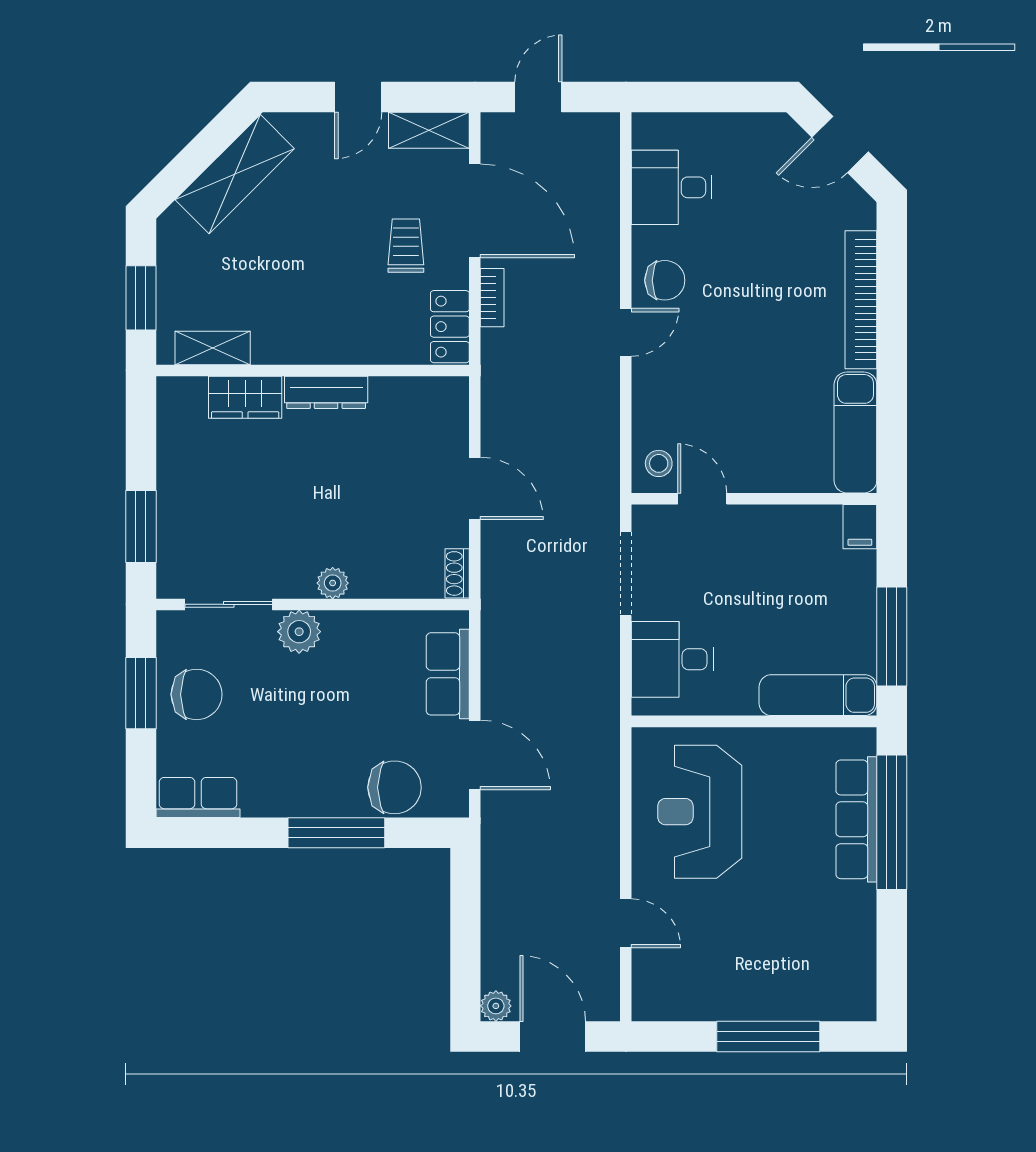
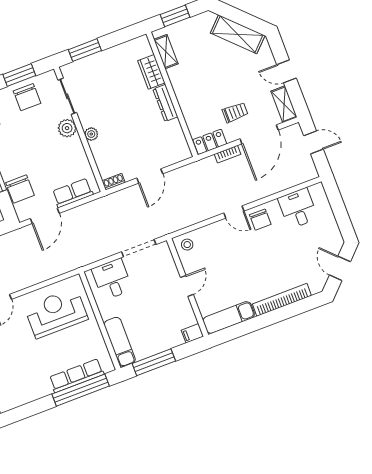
door: (702, 499) -> (187, 286), moved

